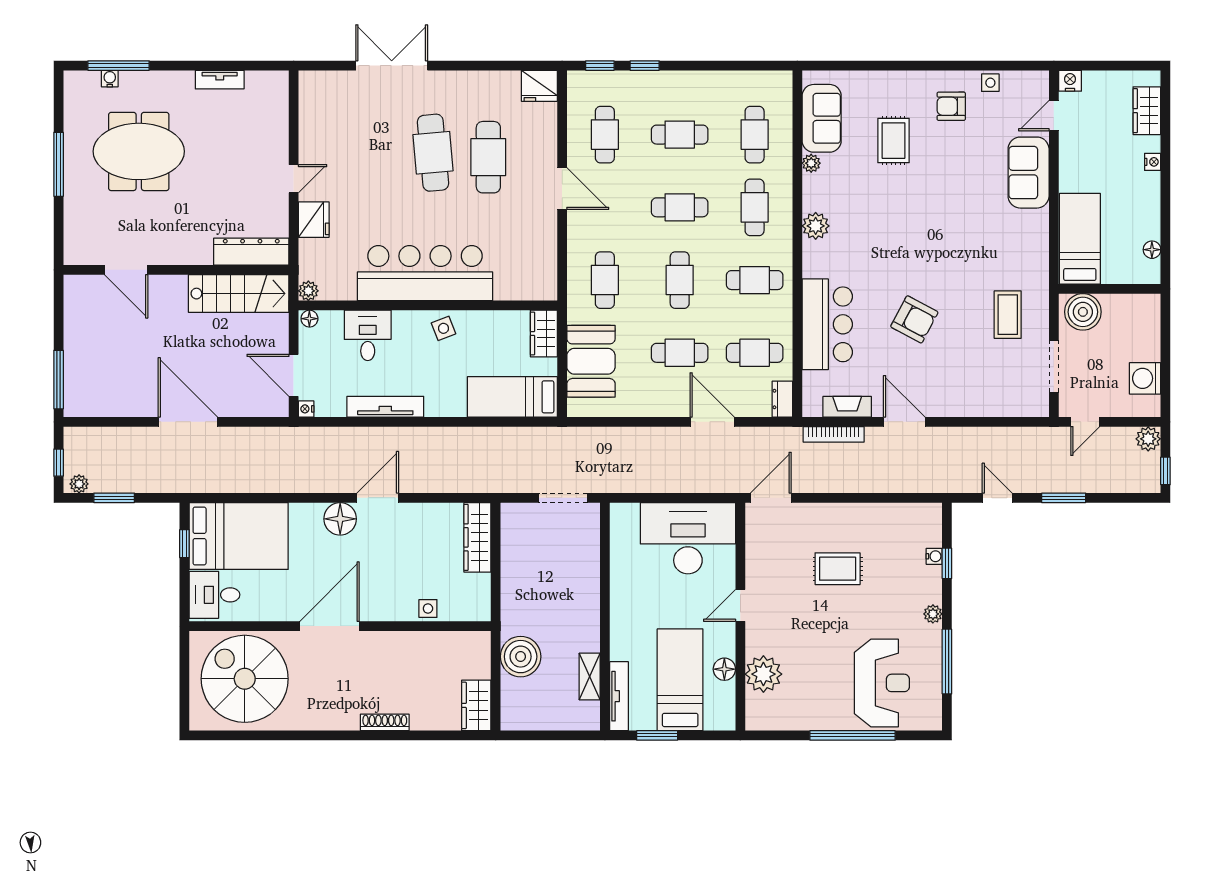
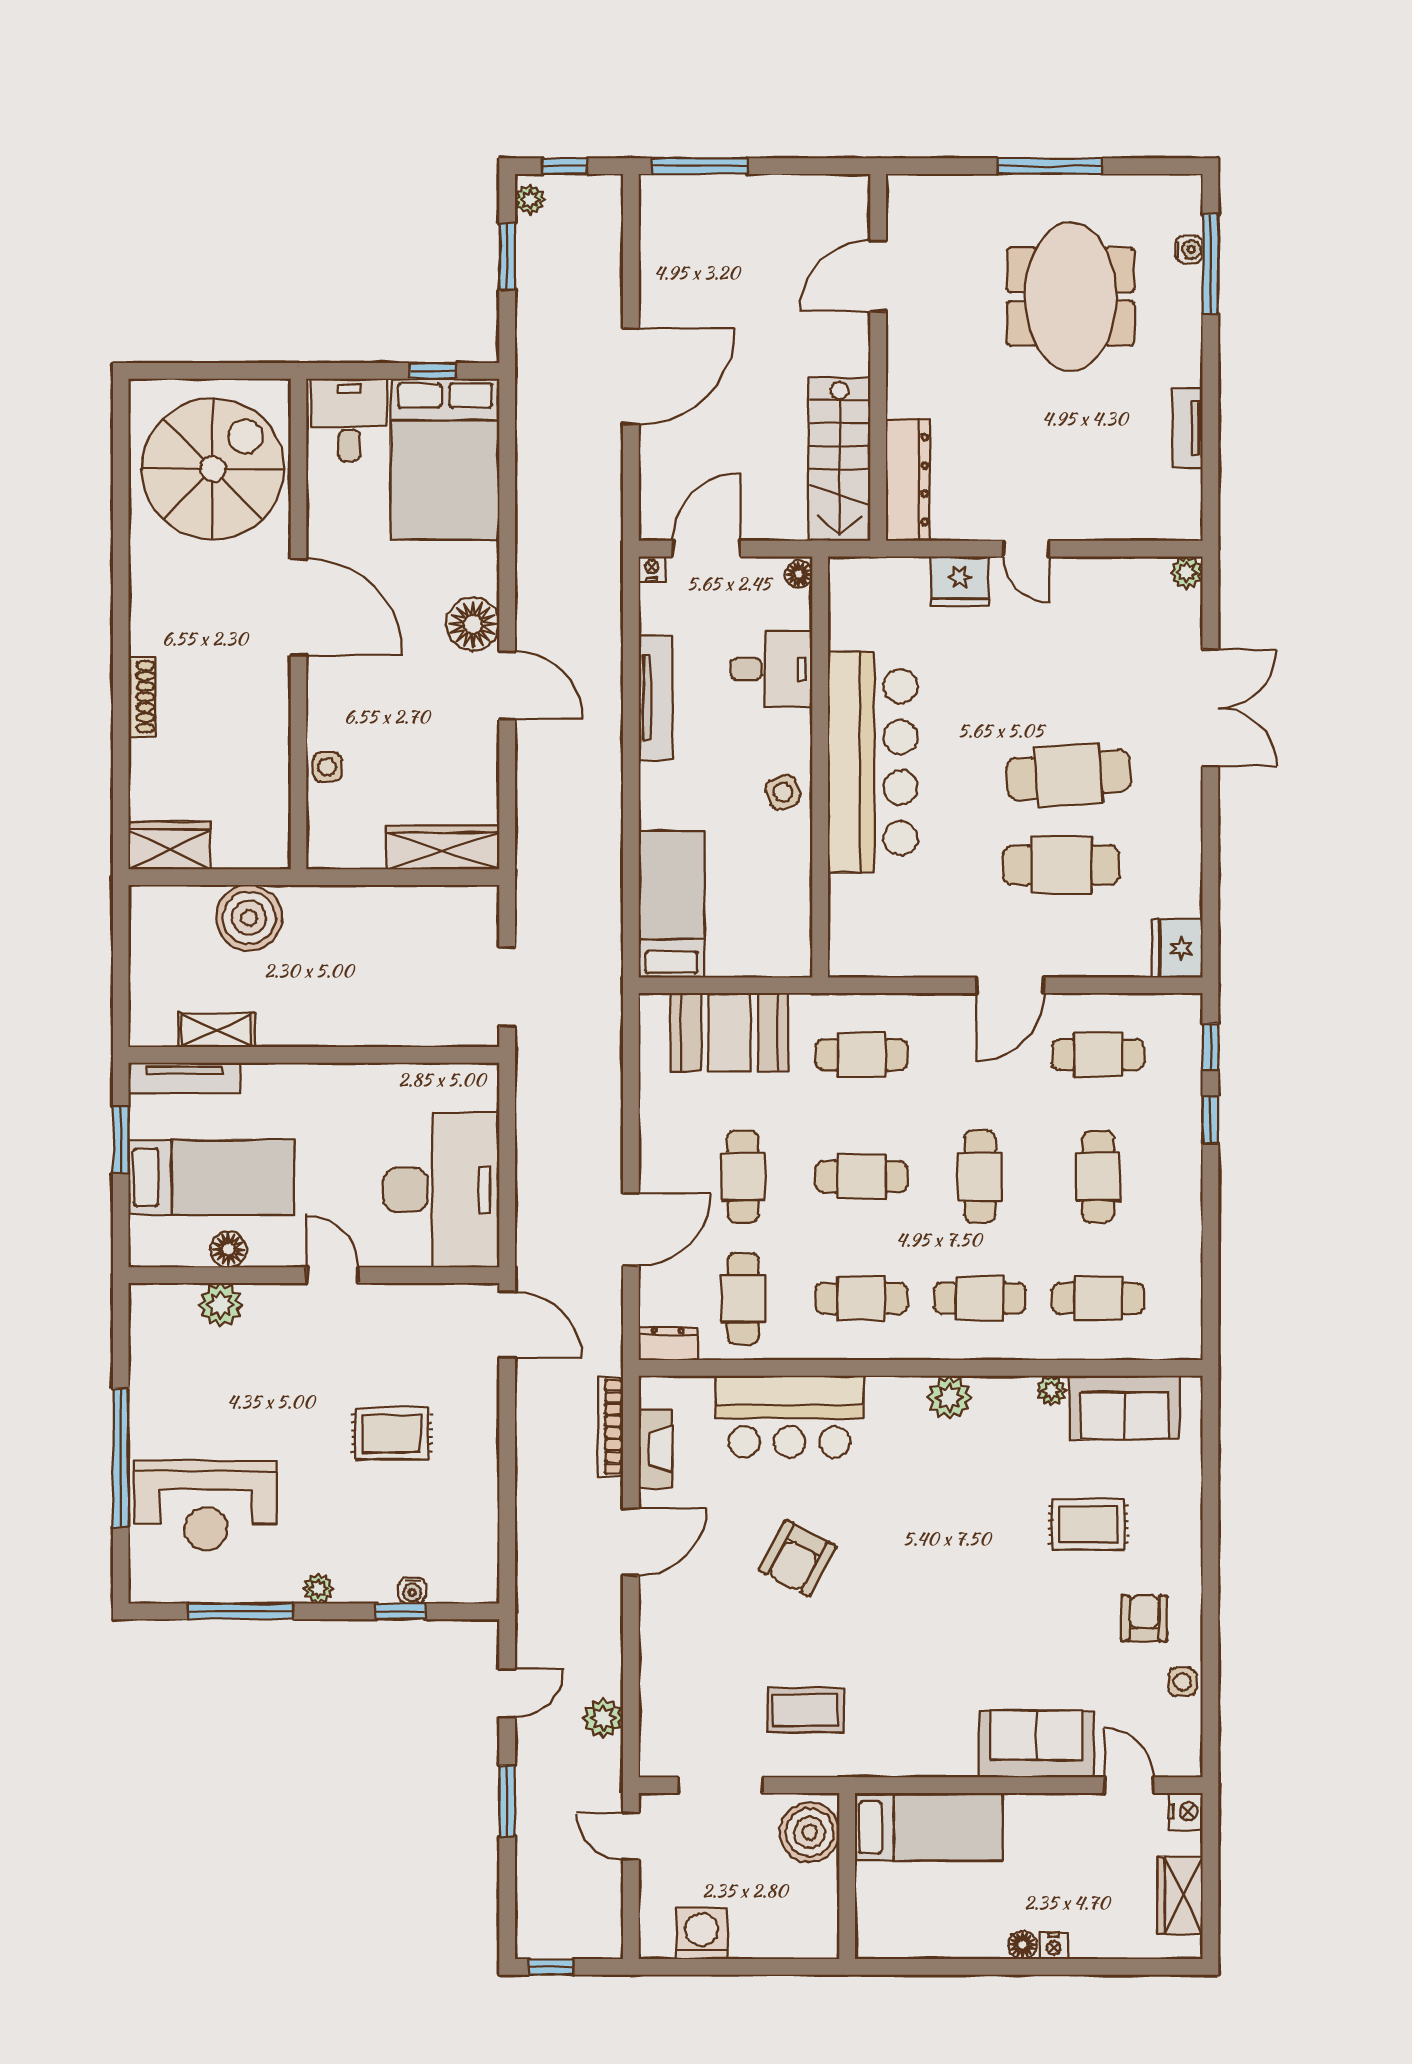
wardrobe: (1147, 111) -> (1180, 1895), moved, turned -90
floor lamp: (1152, 250) -> (1022, 1945), moved
cafe table: (755, 280) -> (861, 1298), turned 90
plant: (308, 291) -> (1187, 572), moved
wardrobe: (544, 333) -> (775, 956), removed
plant: (1148, 439) -> (603, 1718), moved
rug: (838, 569) -> (392, 1433), turned 90
plant: (763, 674) -> (221, 1305), width x0.73, depth x0.73

